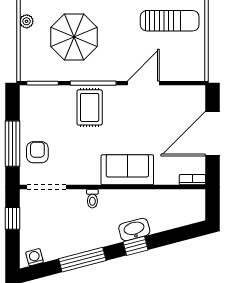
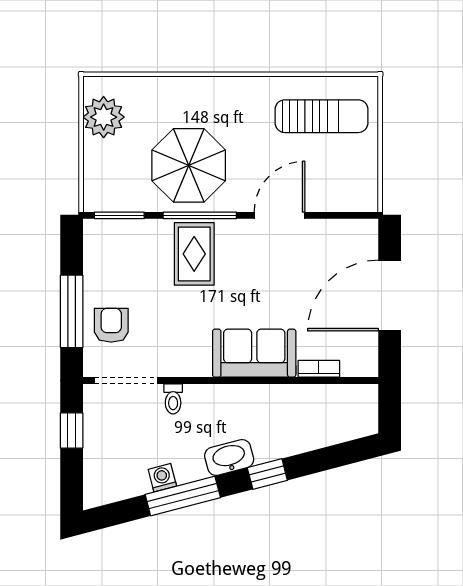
plant: (27, 21) -> (104, 117), width x1.88, depth x1.88
parasol: (74, 37) -> (189, 165), moved
bookcase: (192, 180) -> (319, 369), moved
toilet: (92, 199) -> (173, 399), moved
washbasin: (134, 230) -> (229, 458), moved
washing machine: (35, 257) -> (162, 478), moved

